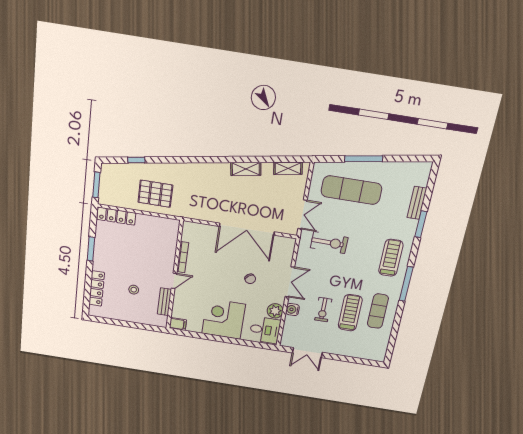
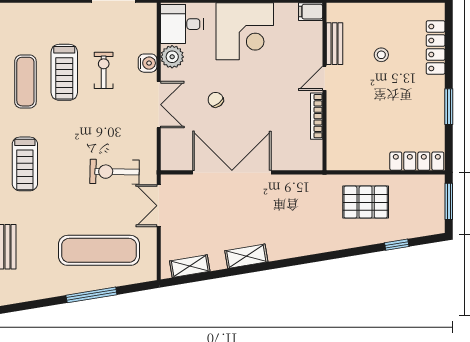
double door: (290, 282) -> (159, 105), swing flipped

